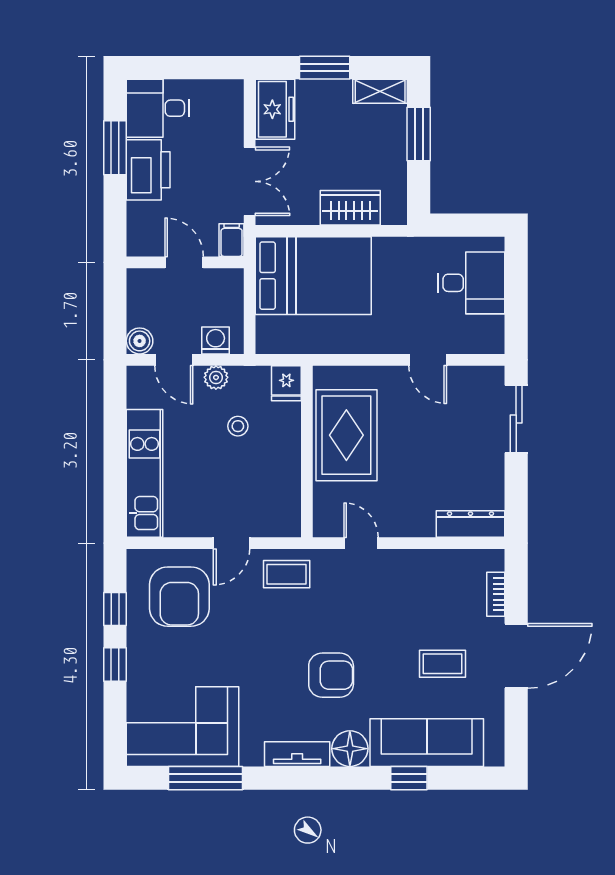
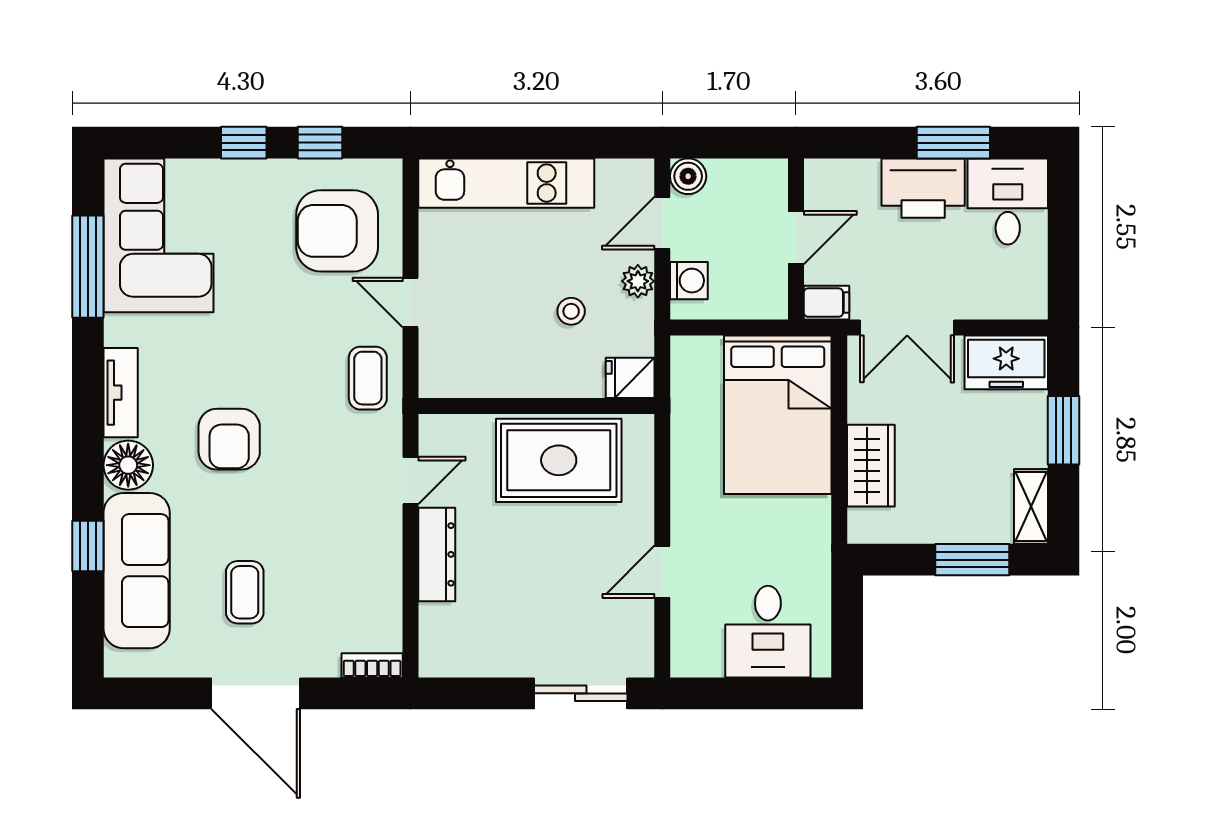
dresser: (470, 524) -> (437, 554), moved
bookcase: (496, 594) -> (372, 665), moved

